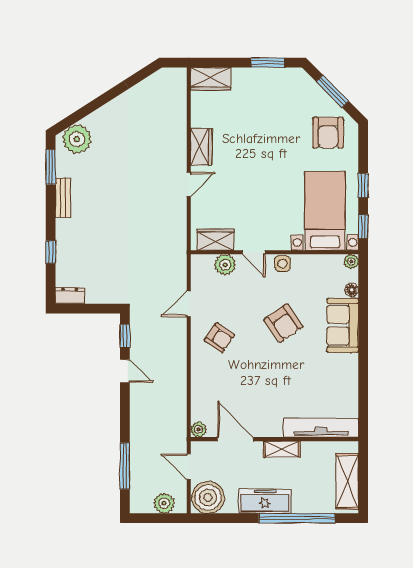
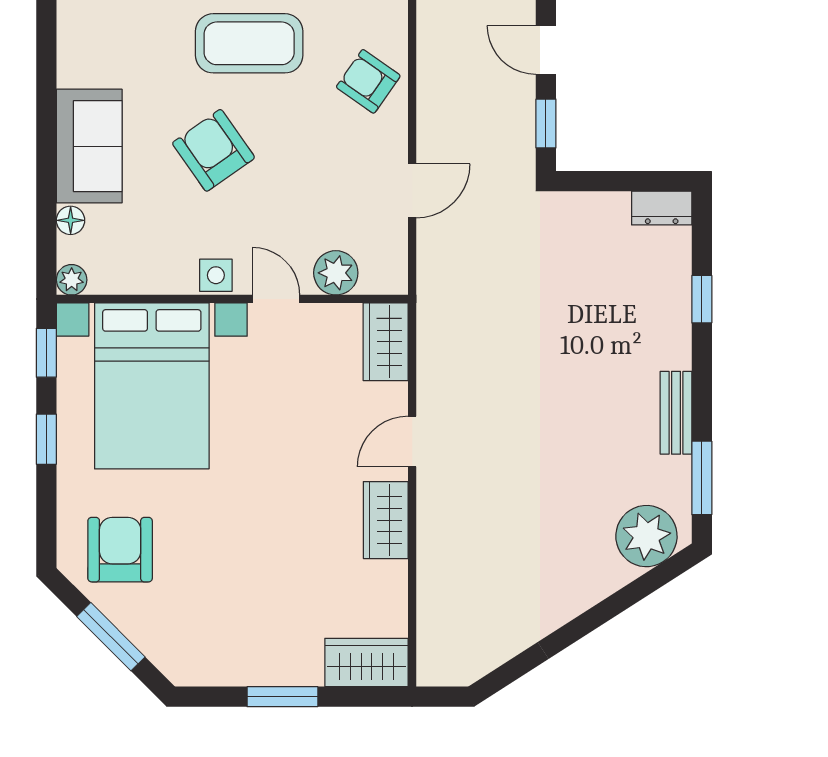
window: (268, 63) -> (282, 697), moved
bed with nightstands: (325, 211) -> (152, 386), width x1.36
wardrobe: (215, 240) -> (386, 342), moved, turned 90
armchair: (220, 338) -> (368, 81), moved
coffee table: (266, 374) -> (249, 43), added

